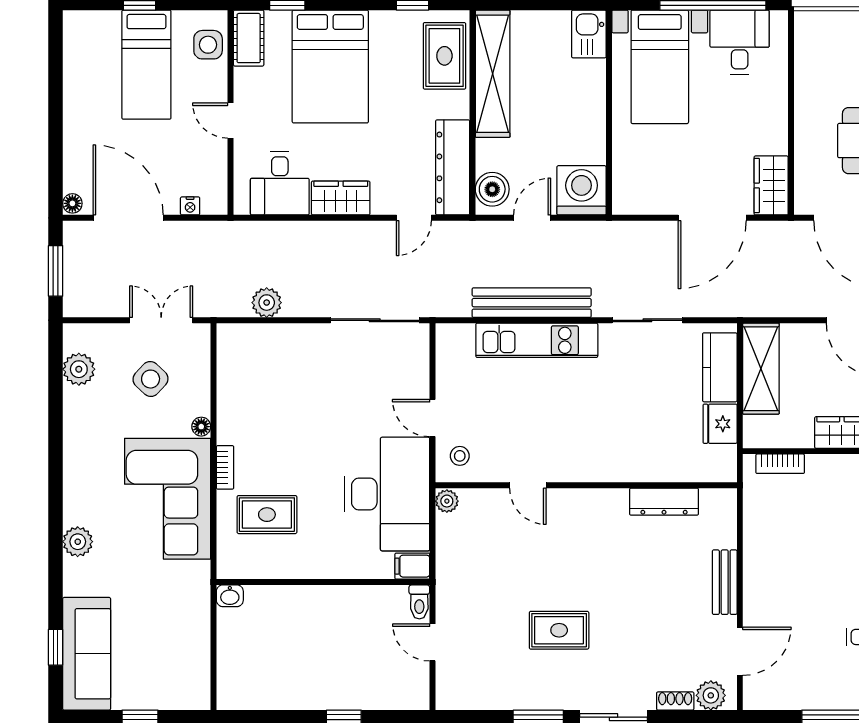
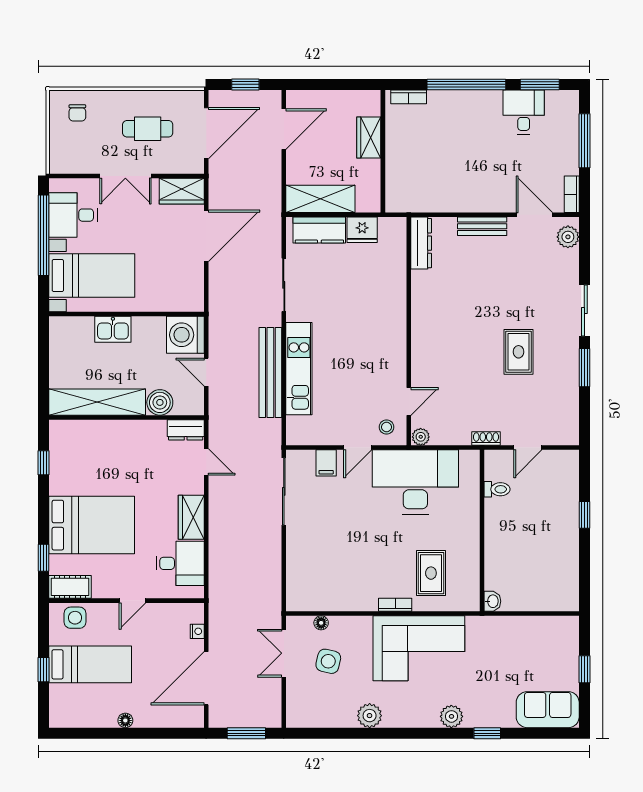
kitchen sink: (589, 34) -> (113, 329), moved
rug: (444, 56) -> (83, 439), removed
double door: (791, 111) -> (125, 176), added
dresser: (453, 167) -> (186, 430), width x0.51, depth x0.80
boiler: (492, 189) -> (160, 402), moved
floor lamp: (72, 203) -> (125, 720), moved
door: (712, 218) -> (206, 236), hinge flipped
plant: (267, 303) -> (270, 573), removed
plant: (79, 369) -> (370, 716), moved
side table: (151, 379) -> (328, 661), turned -30
floor lamp: (201, 427) -> (321, 623), moved
bookcase: (780, 464) -> (572, 194), moved, turned 180
door: (528, 485) -> (409, 401), moved
dresser: (664, 502) -> (421, 243), moved
filing cabinet: (412, 566) -> (326, 463), moved
toilet: (419, 602) -> (497, 489), moved
window: (56, 647) -> (487, 733), moved
sofa: (87, 654) -> (548, 710), width x0.73
shoe rack: (675, 701) -> (486, 439), moved, turned 90

